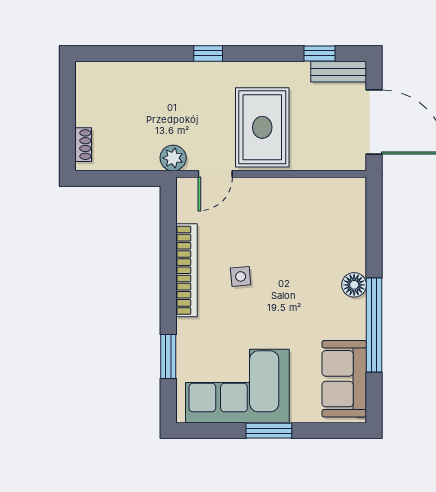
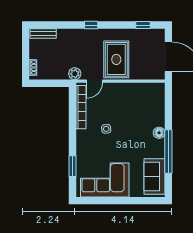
bench: (339, 72) -> (43, 33), moved
bookcase: (186, 270) -> (81, 107), moved
window: (269, 431) -> (119, 201), removed

